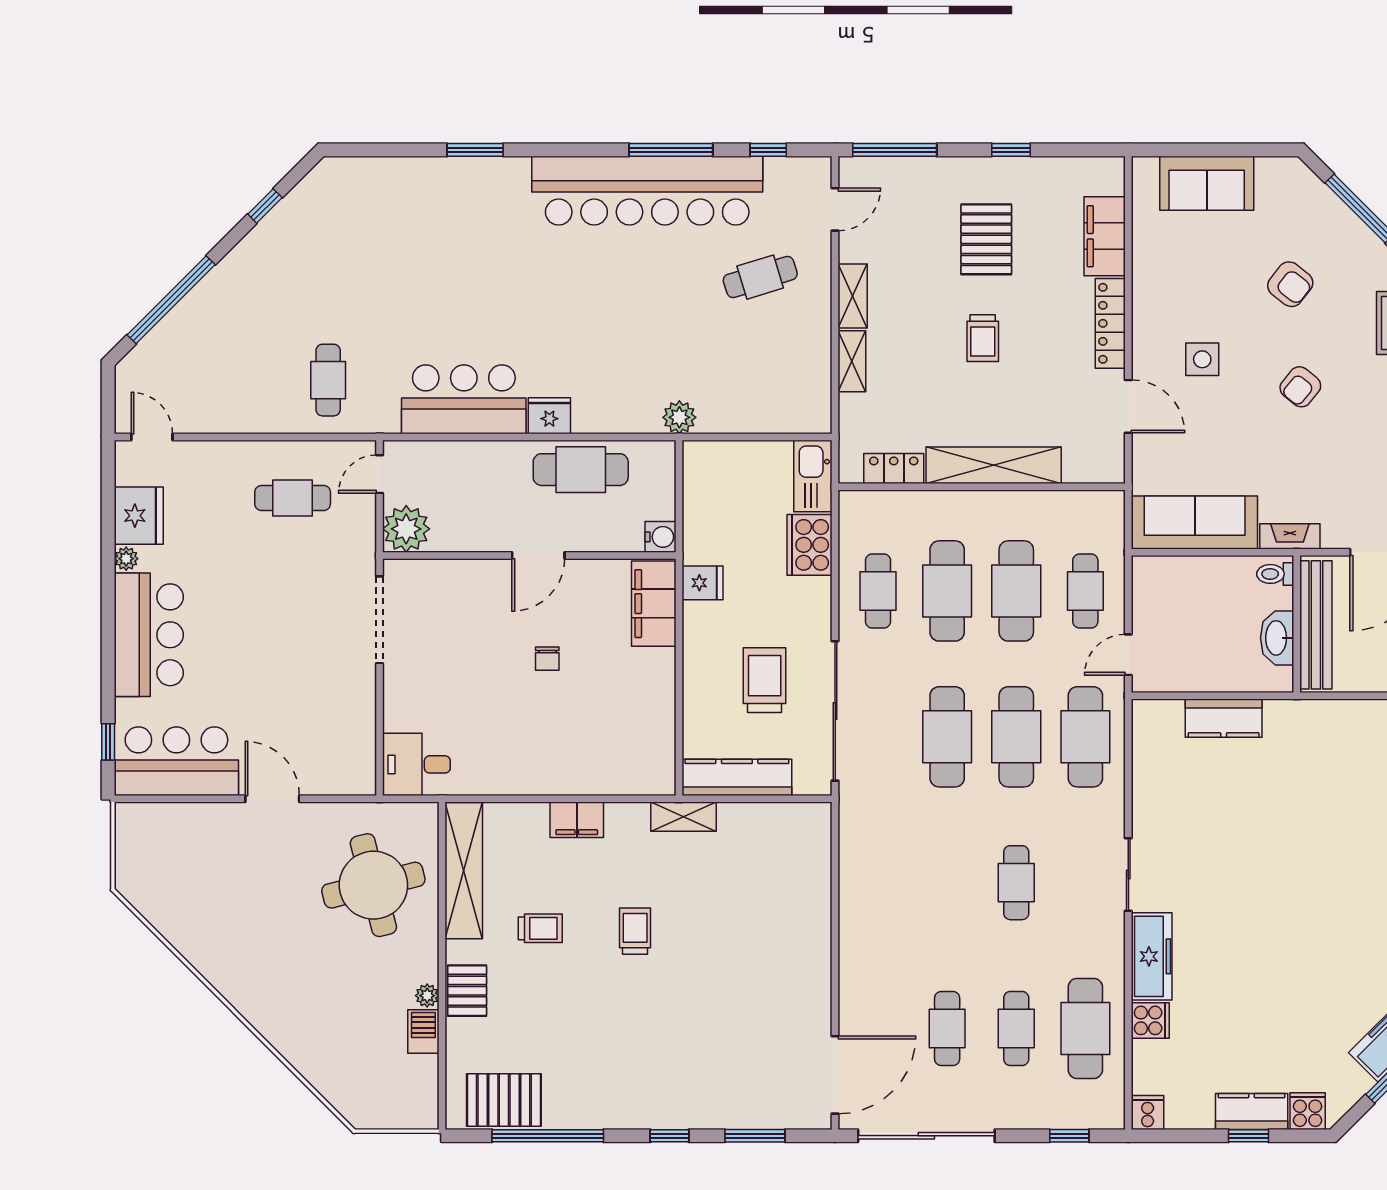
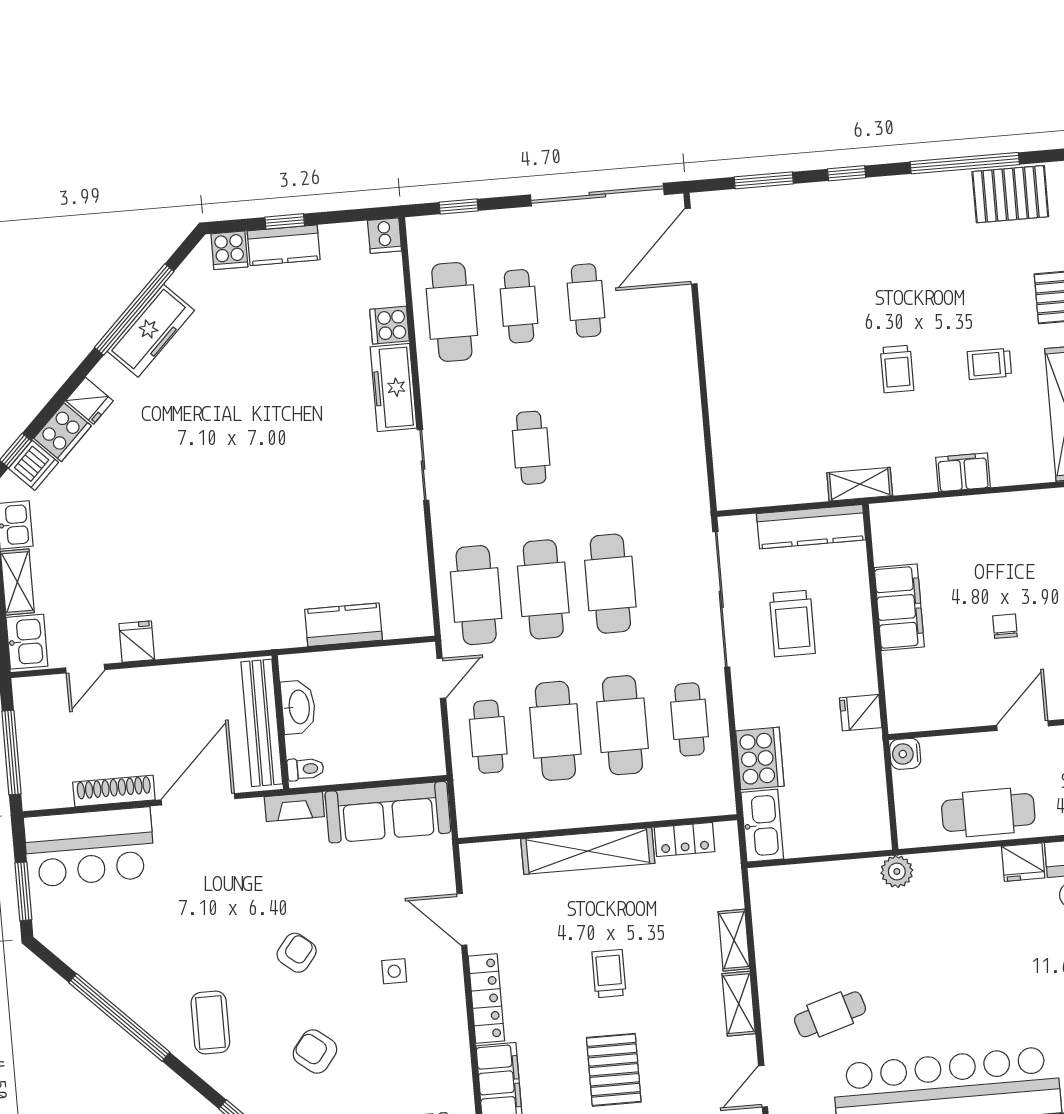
side table: (1202, 359) -> (394, 971), width x0.73, depth x0.73
filing cabinet: (654, 604) -> (899, 607), moved

